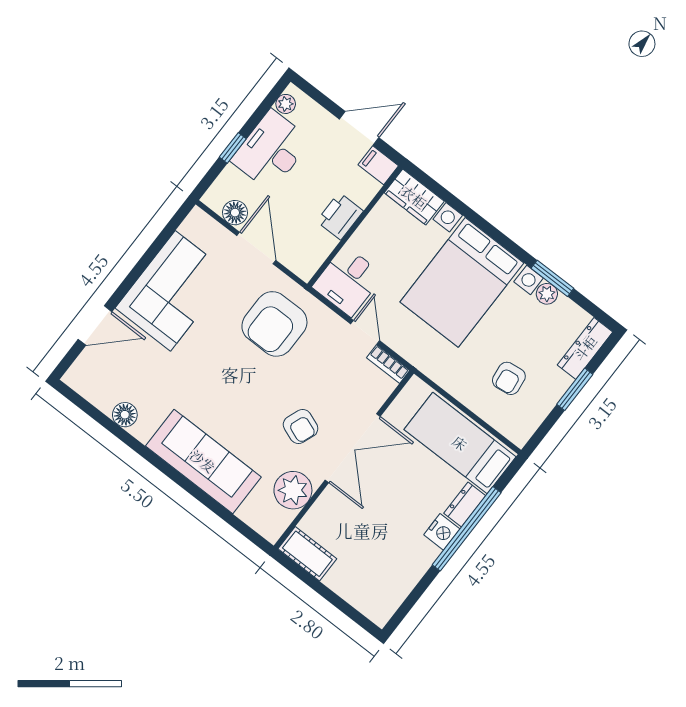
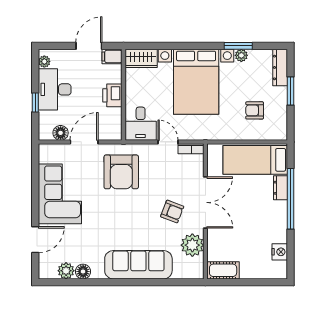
door: (256, 248) -> (84, 142), hinge flipped
armchair: (509, 378) -> (255, 110), turned 97
plant: (104, 397) -> (66, 271), added
nightstand: (442, 532) -> (280, 252), moved

